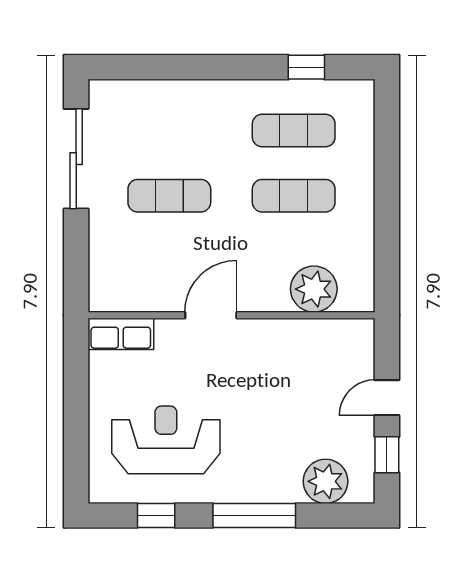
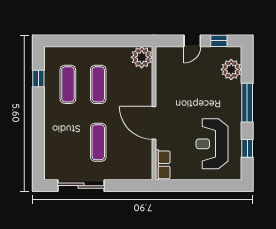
plant: (314, 289) -> (142, 57), moved
door: (211, 315) -> (154, 123), width x1.36
door: (387, 398) -> (192, 41), hinge flipped

